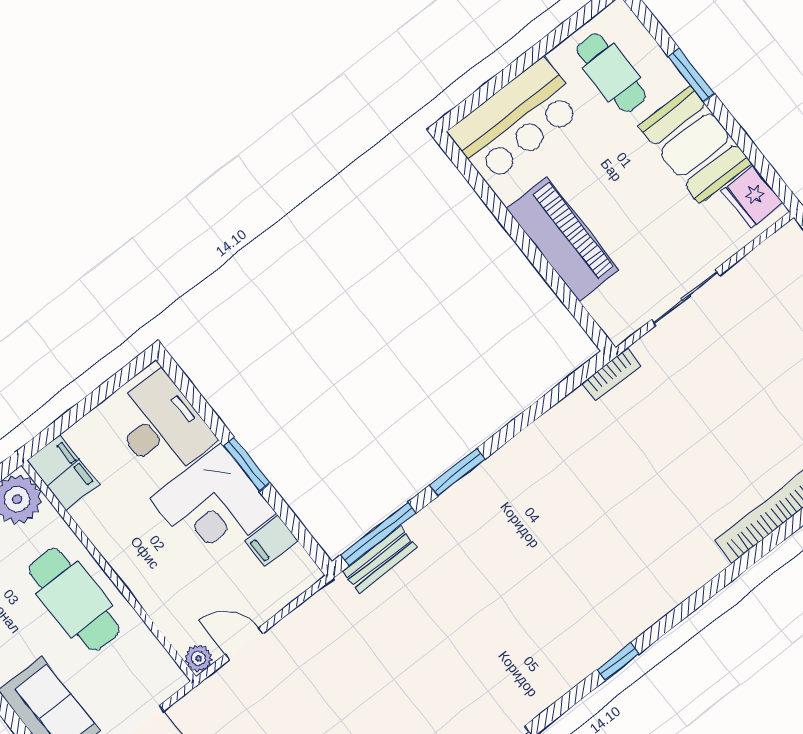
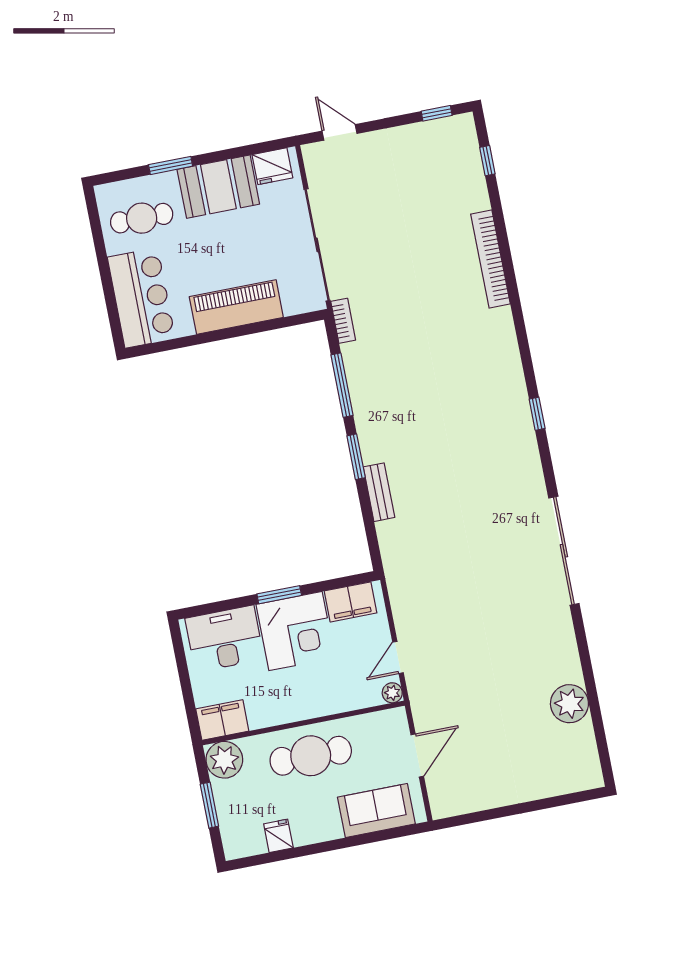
sliding door: (686, 297) -> (317, 245), width x1.86
window: (378, 534) -> (342, 385), moved
filing cabinet: (271, 541) -> (351, 602), width x2.00
bench: (380, 560) -> (379, 492), moved

